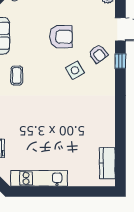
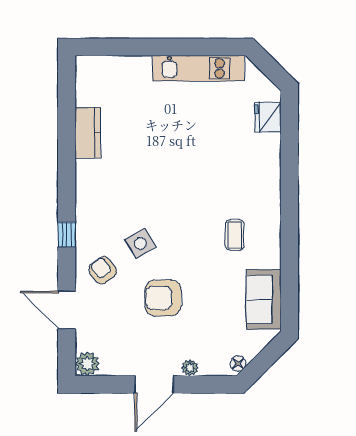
window: (120, 61) -> (67, 235), moved
kitchen counter: (107, 163) -> (88, 133), moved

